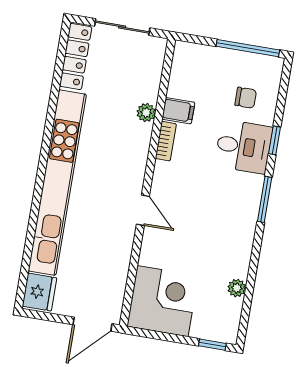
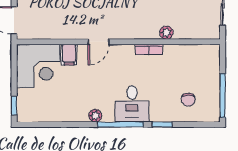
filing cabinet: (178, 111) -> (69, 55), moved
desk: (244, 147) -> (132, 104), moved
window: (265, 199) -> (120, 125), width x1.44
plant: (237, 288) -> (95, 116), moved

